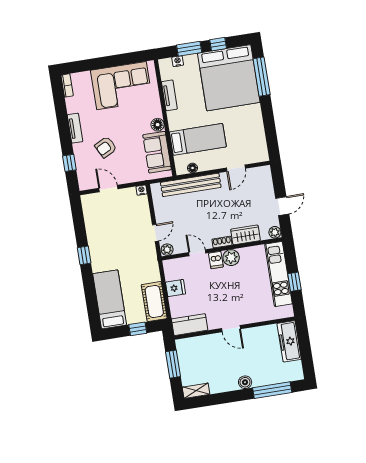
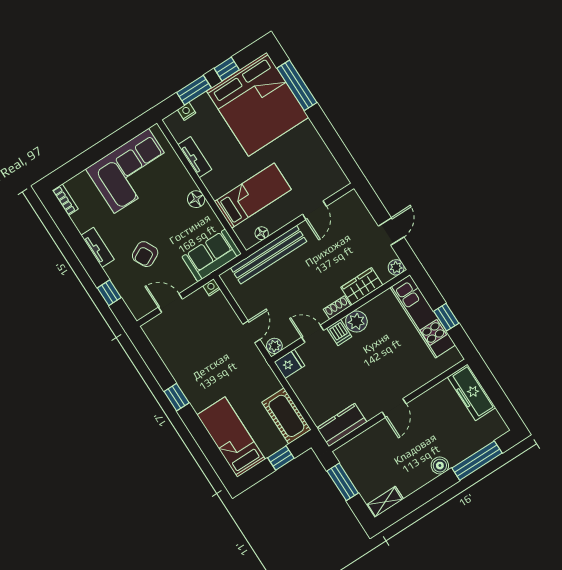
sofa: (157, 152) -> (212, 255), moved, turned 90
fridge: (176, 288) -> (289, 364), moved
door: (231, 329) -> (394, 408), hinge flipped

